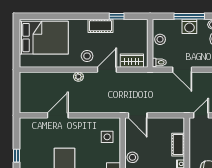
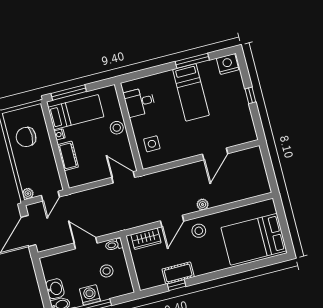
cot: (101, 26) -> (178, 273), moved
stool: (160, 39) -> (107, 271), moved

